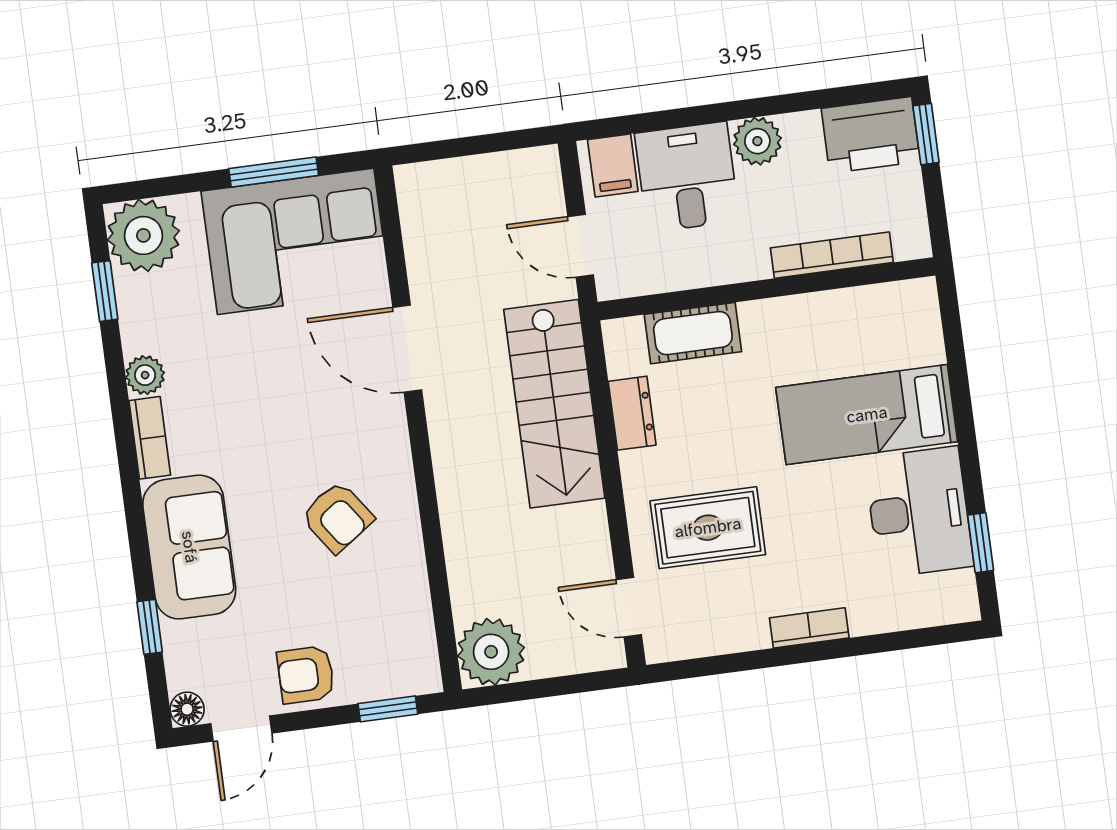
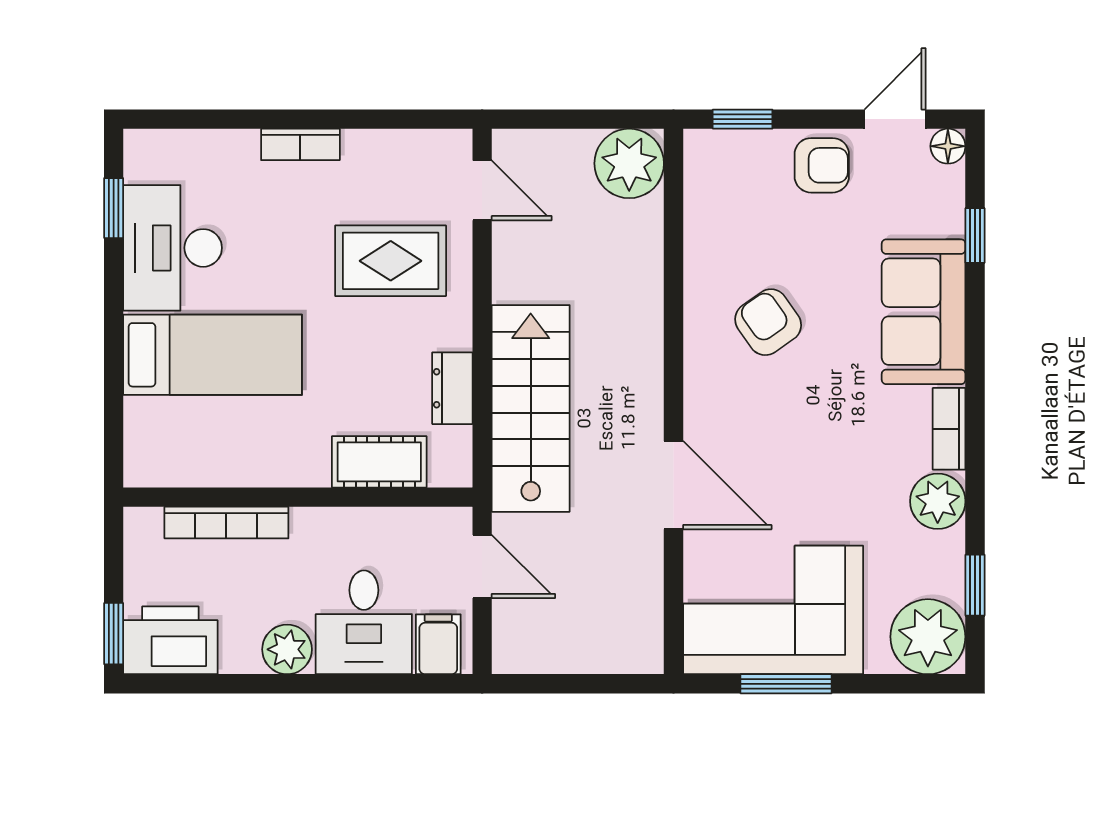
plant: (145, 375) -> (938, 501), width x1.38, depth x1.38

